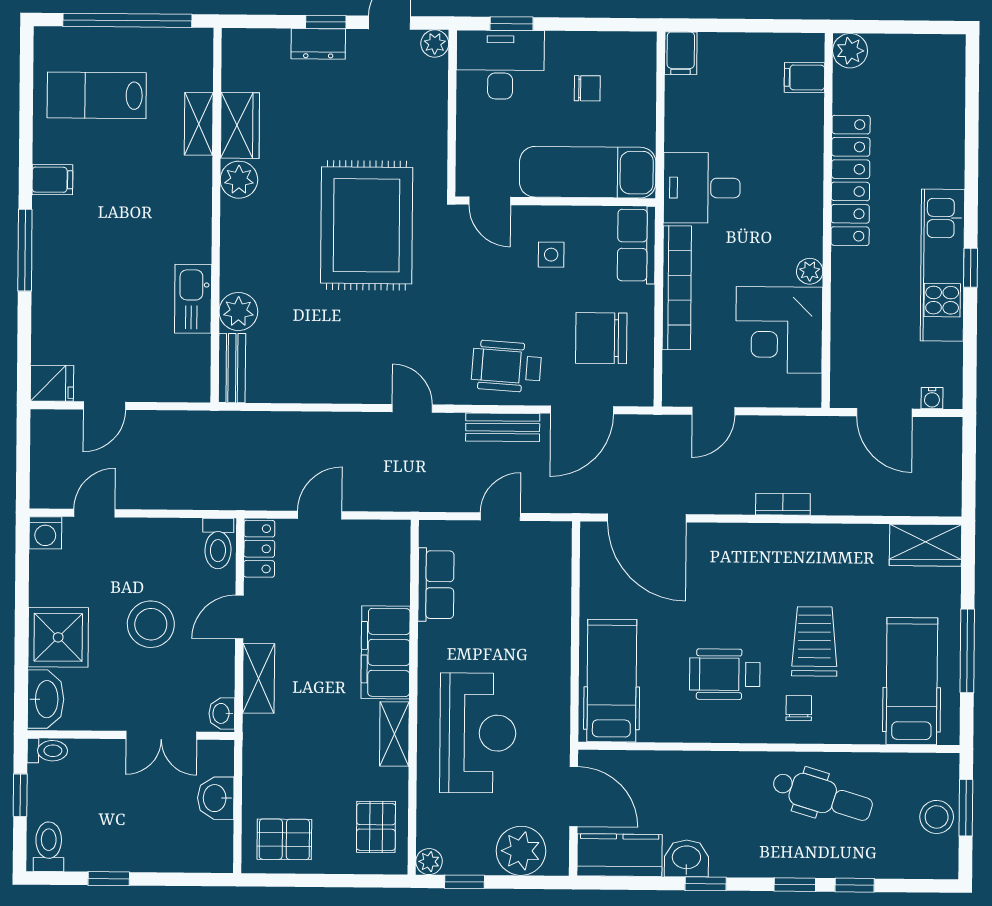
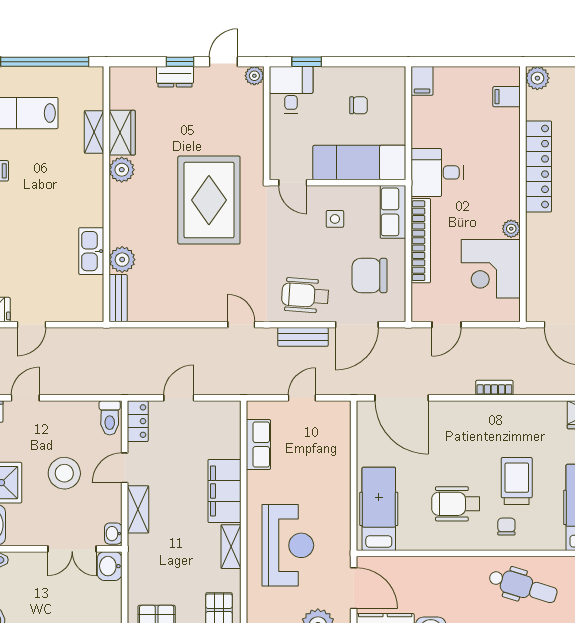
desk: (500, 65) -> (291, 90), width x0.73
washbasin: (216, 798) -> (110, 566), moved

